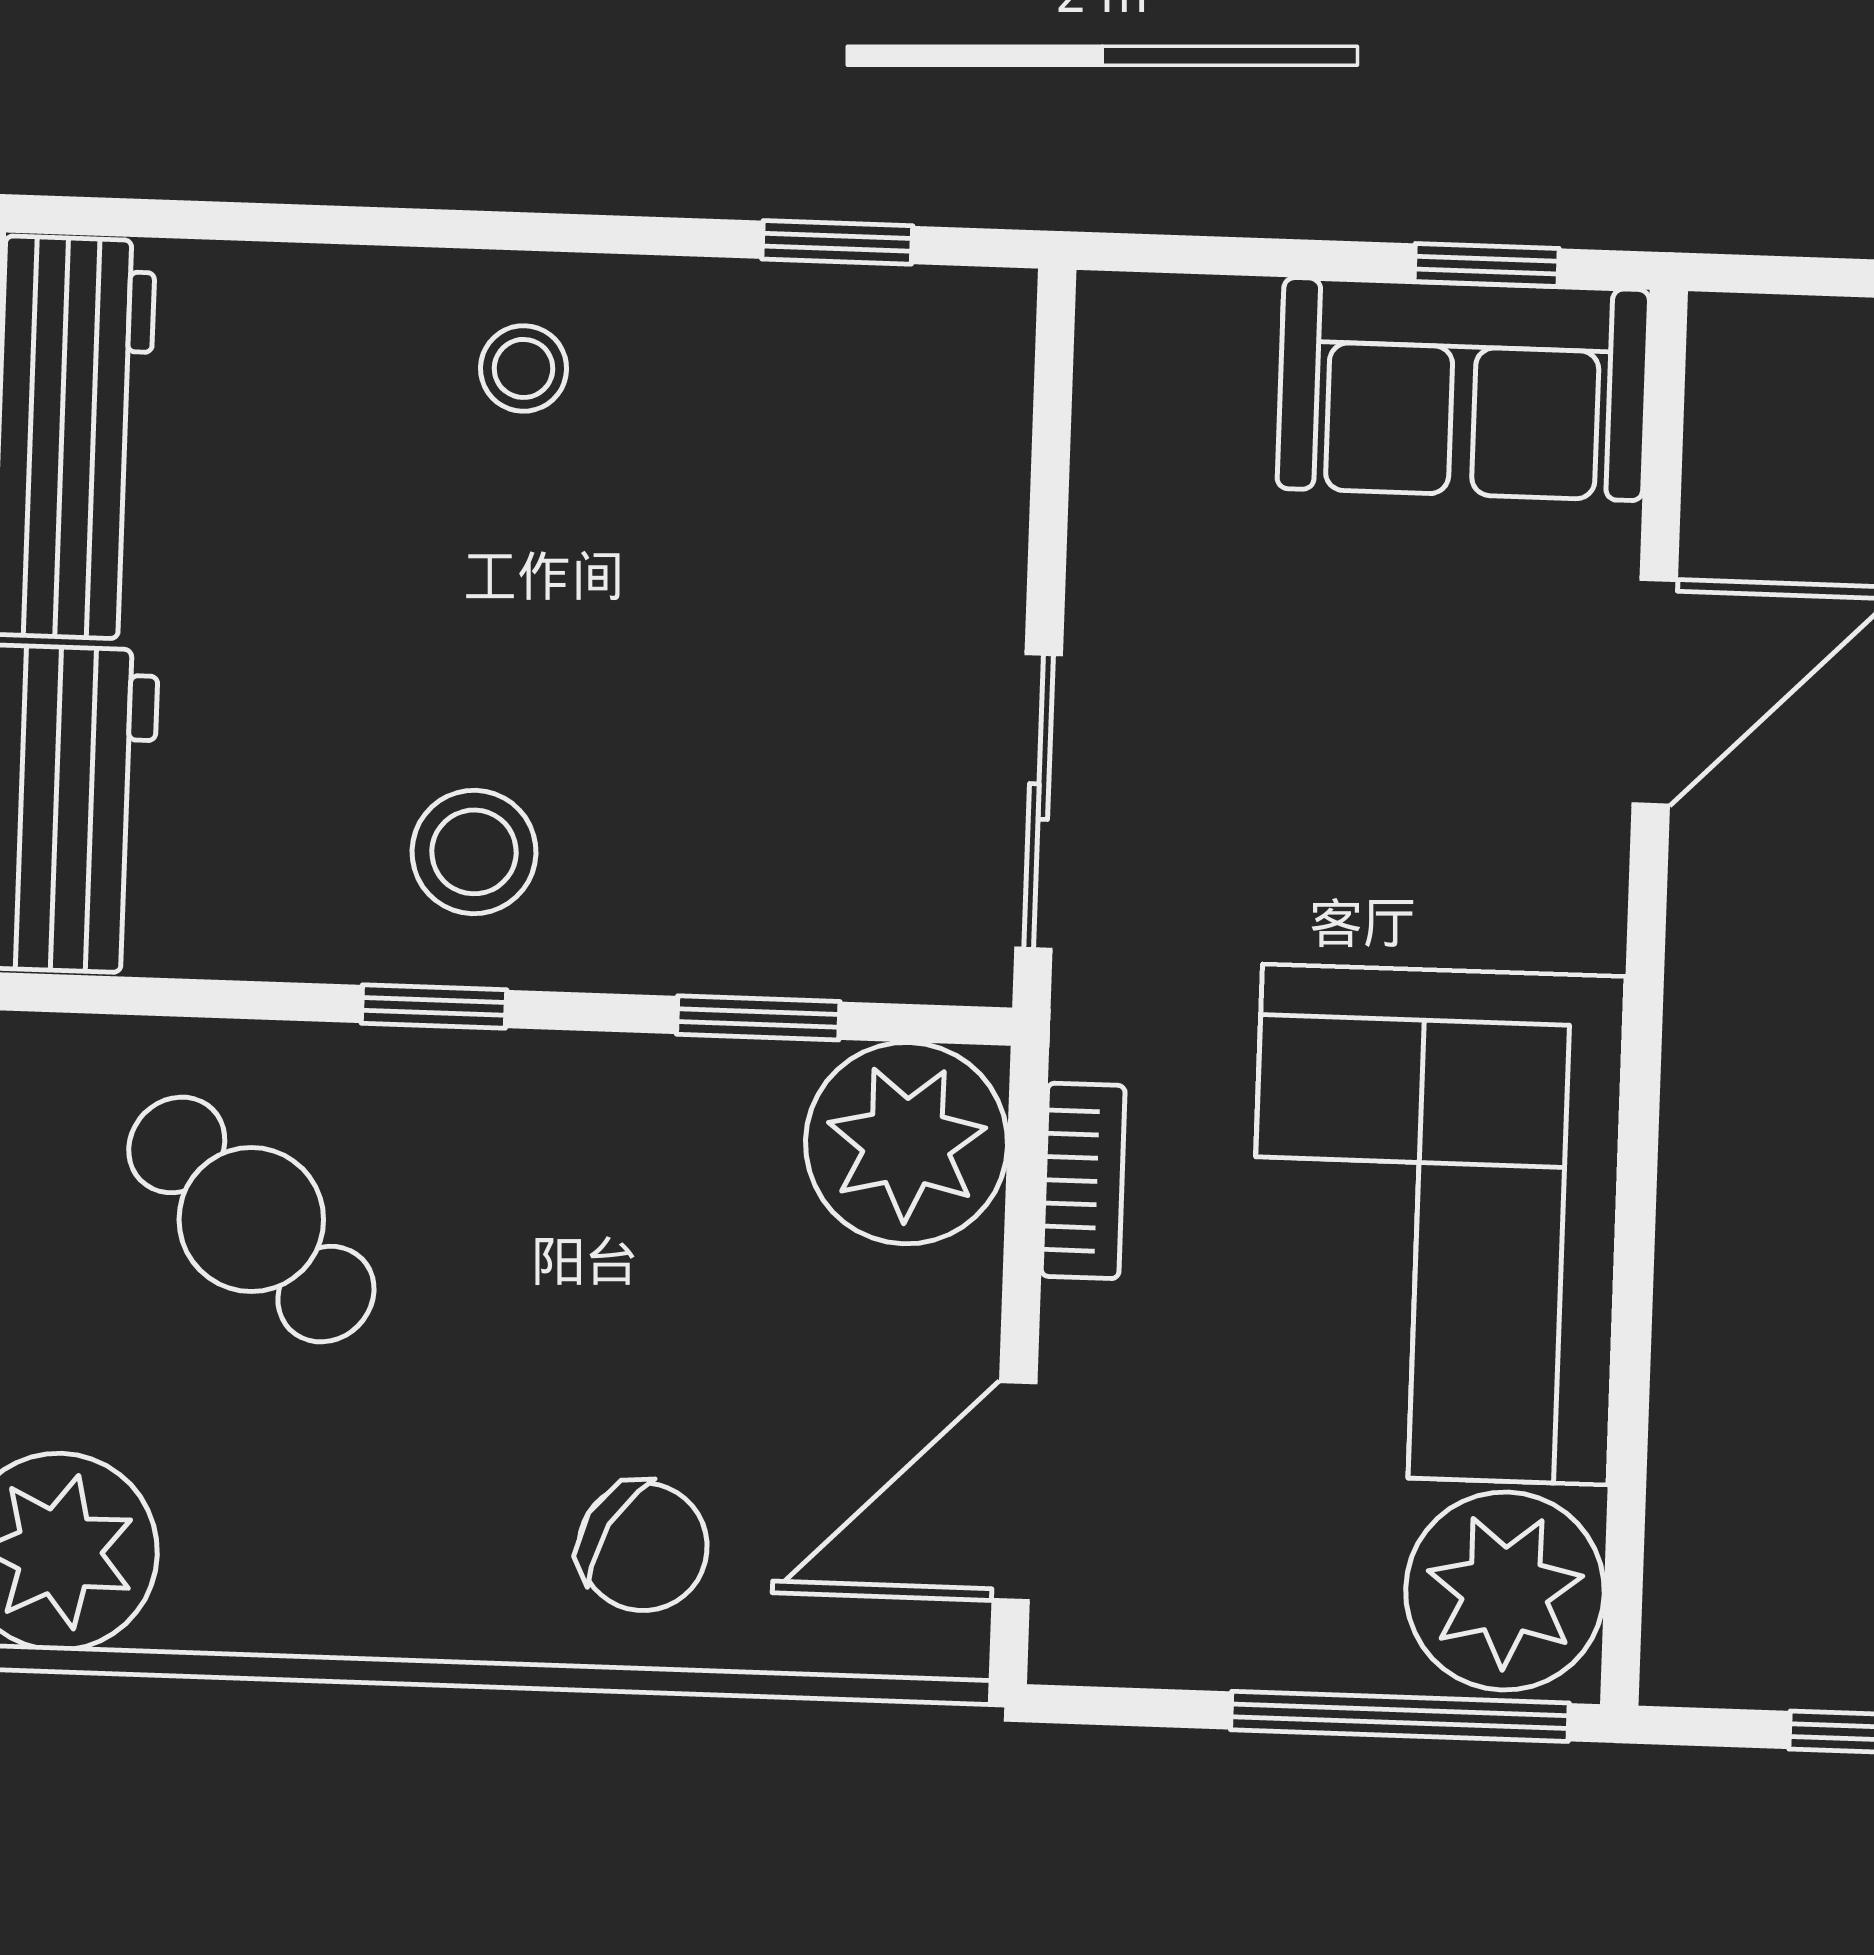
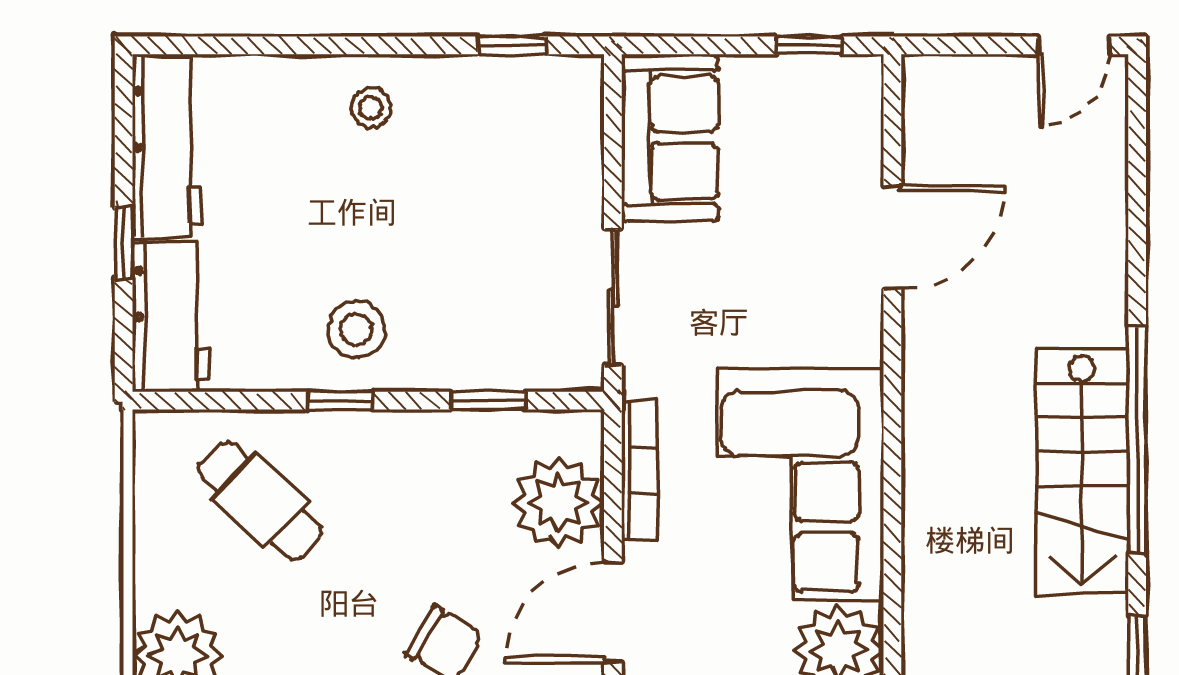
sofa: (1463, 389) -> (670, 138), moved, turned -90
plant: (907, 1143) -> (558, 503), moved
bookcase: (1083, 1181) -> (639, 470), width x1.56

